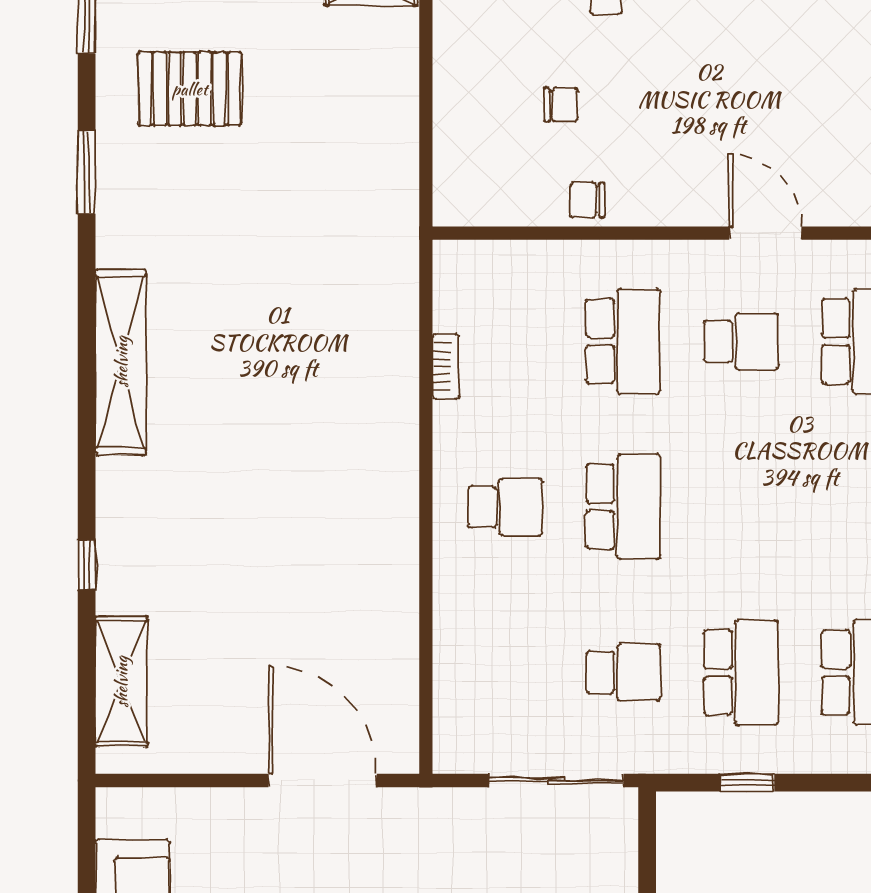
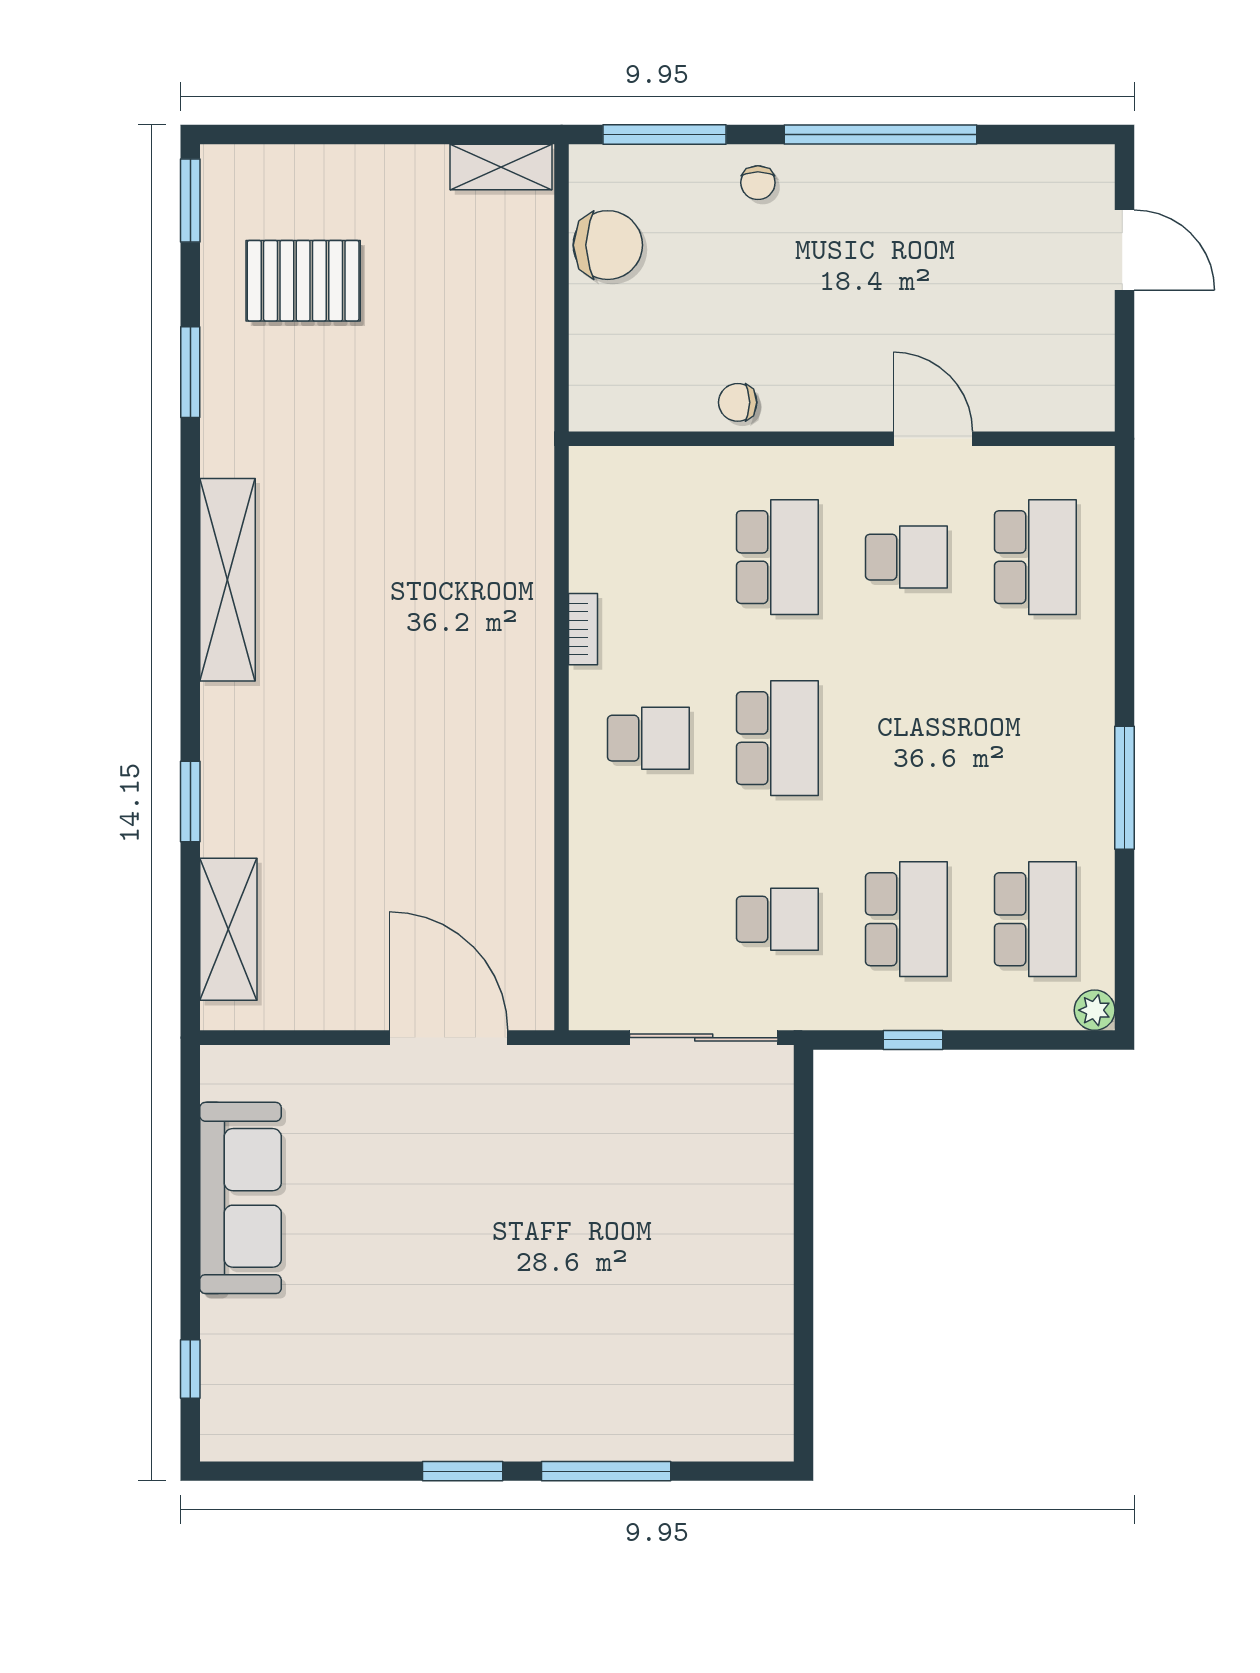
chair: (561, 105) -> (608, 245), moved, width x1.87, depth x1.87
bookcase: (446, 366) -> (583, 629), moved
window: (87, 565) -> (190, 802), width x1.50

